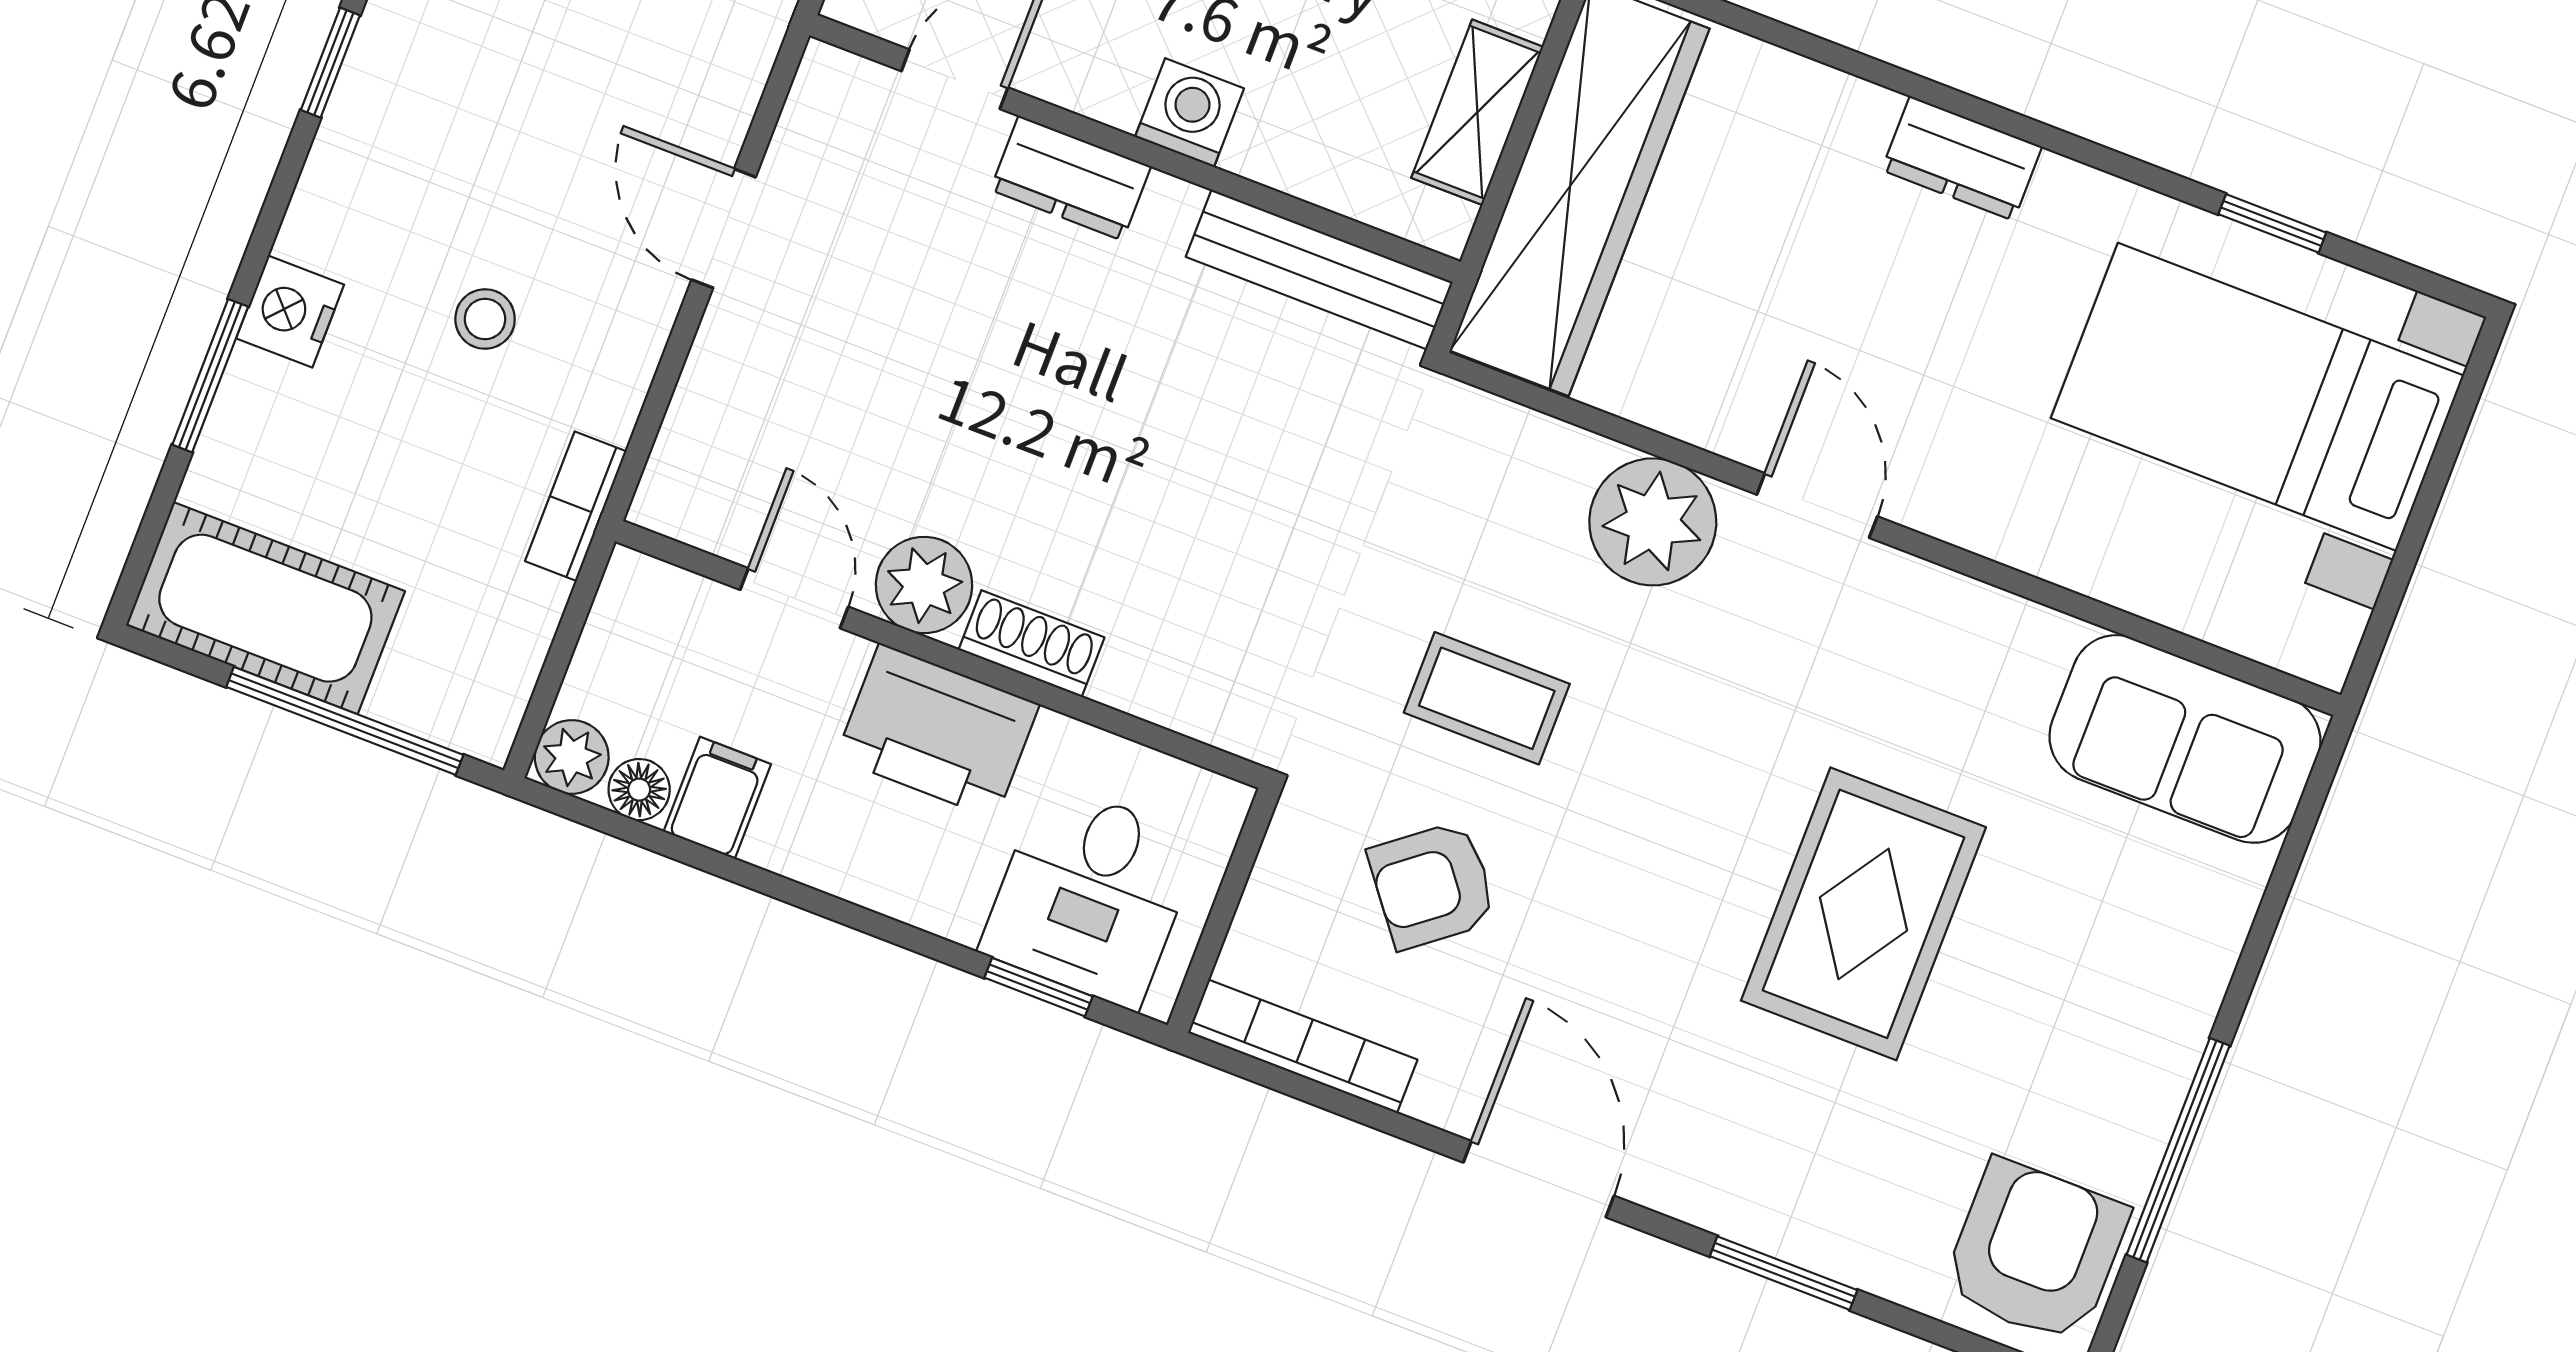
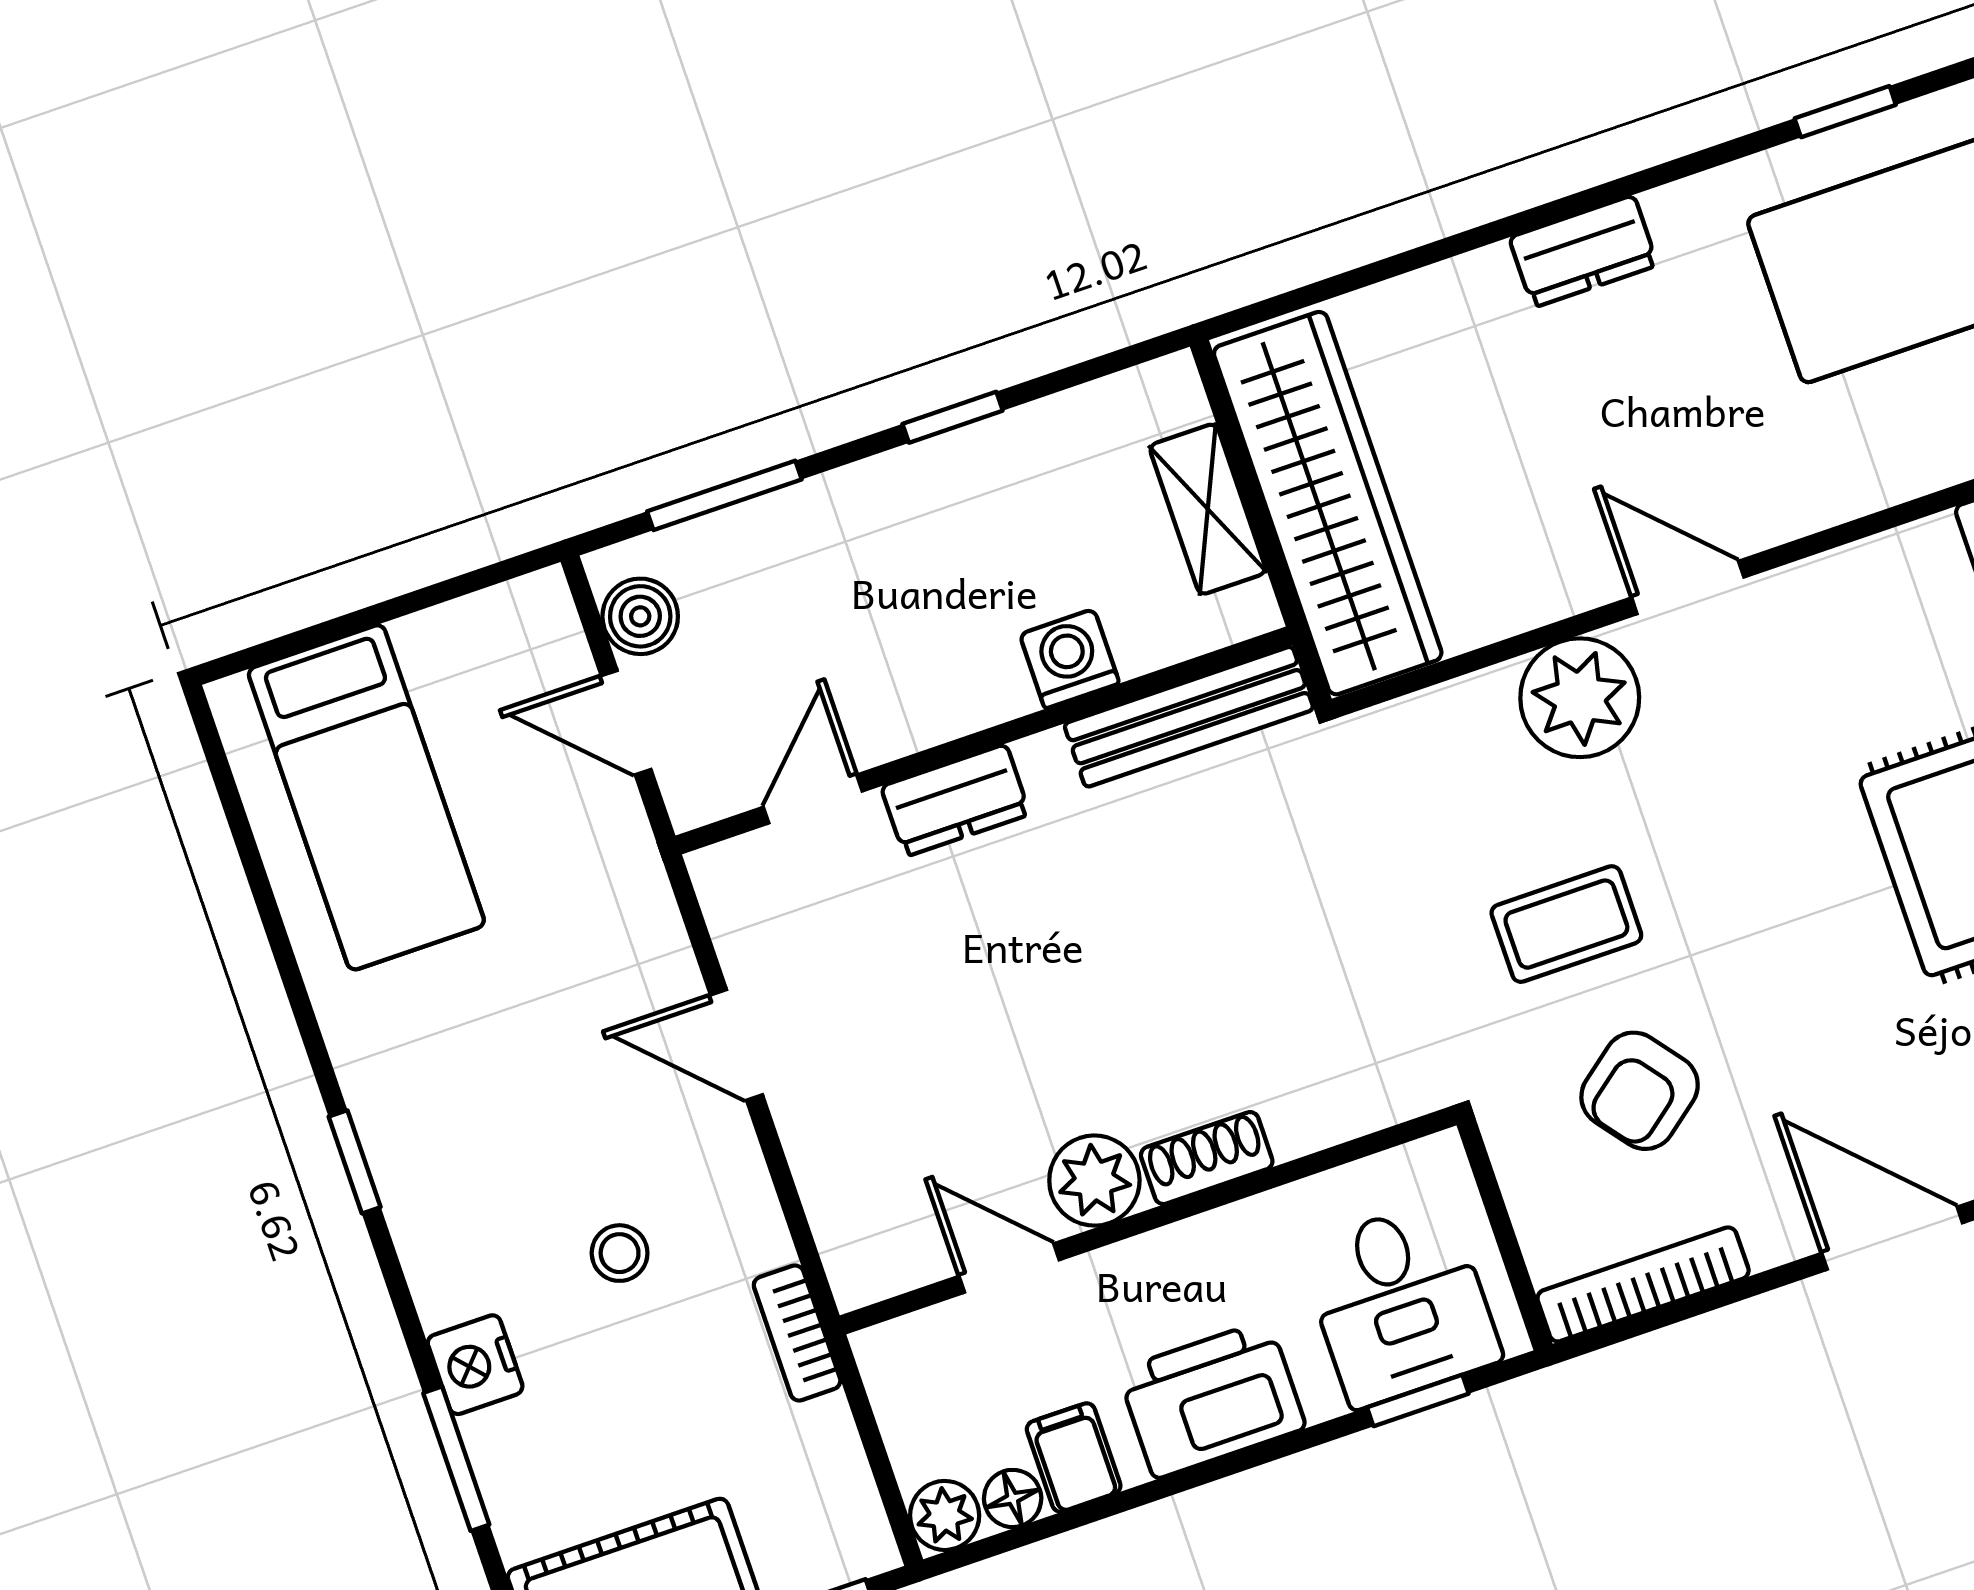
washing machine: (1189, 113) -> (1069, 659), moved
printer: (937, 731) -> (1212, 1399), moved, turned 180

